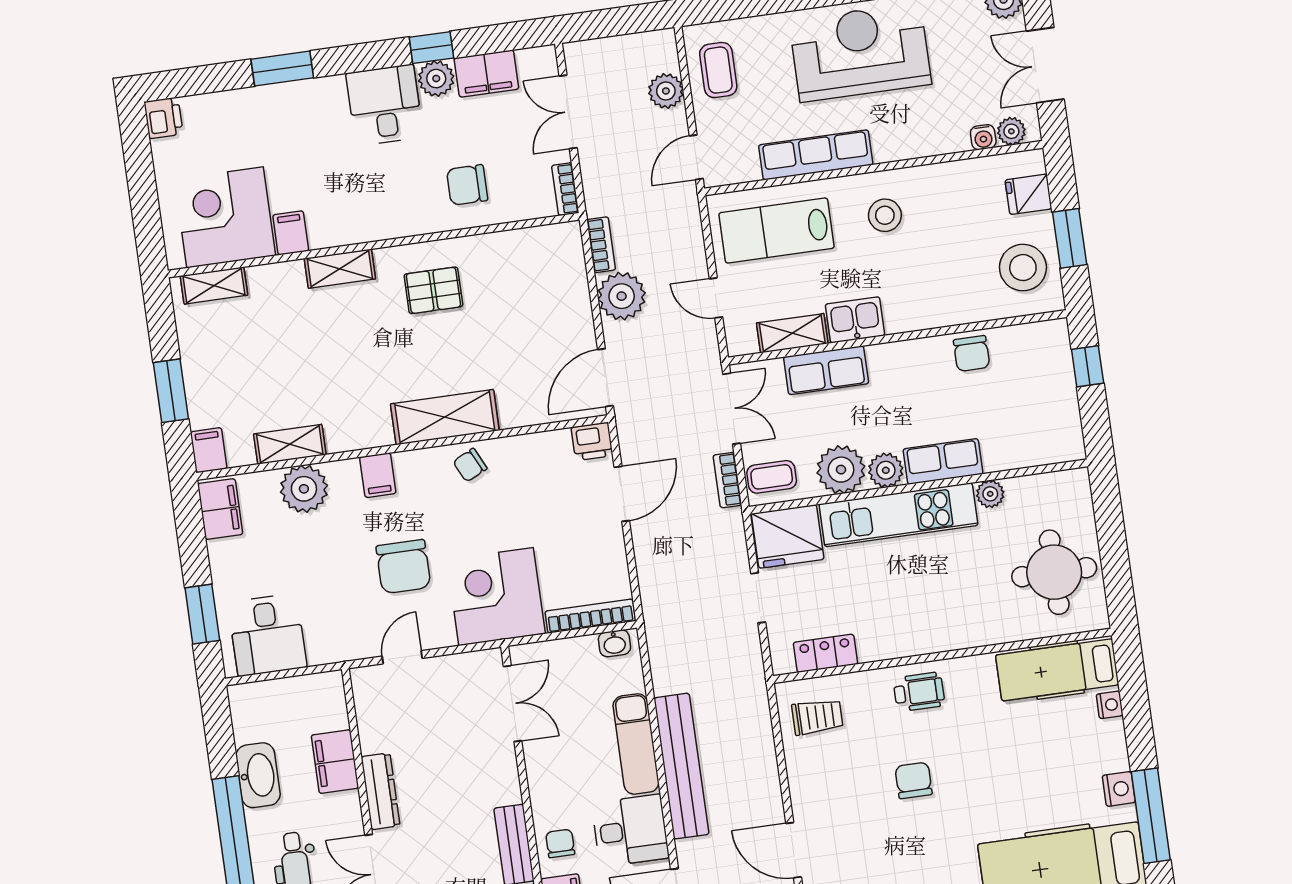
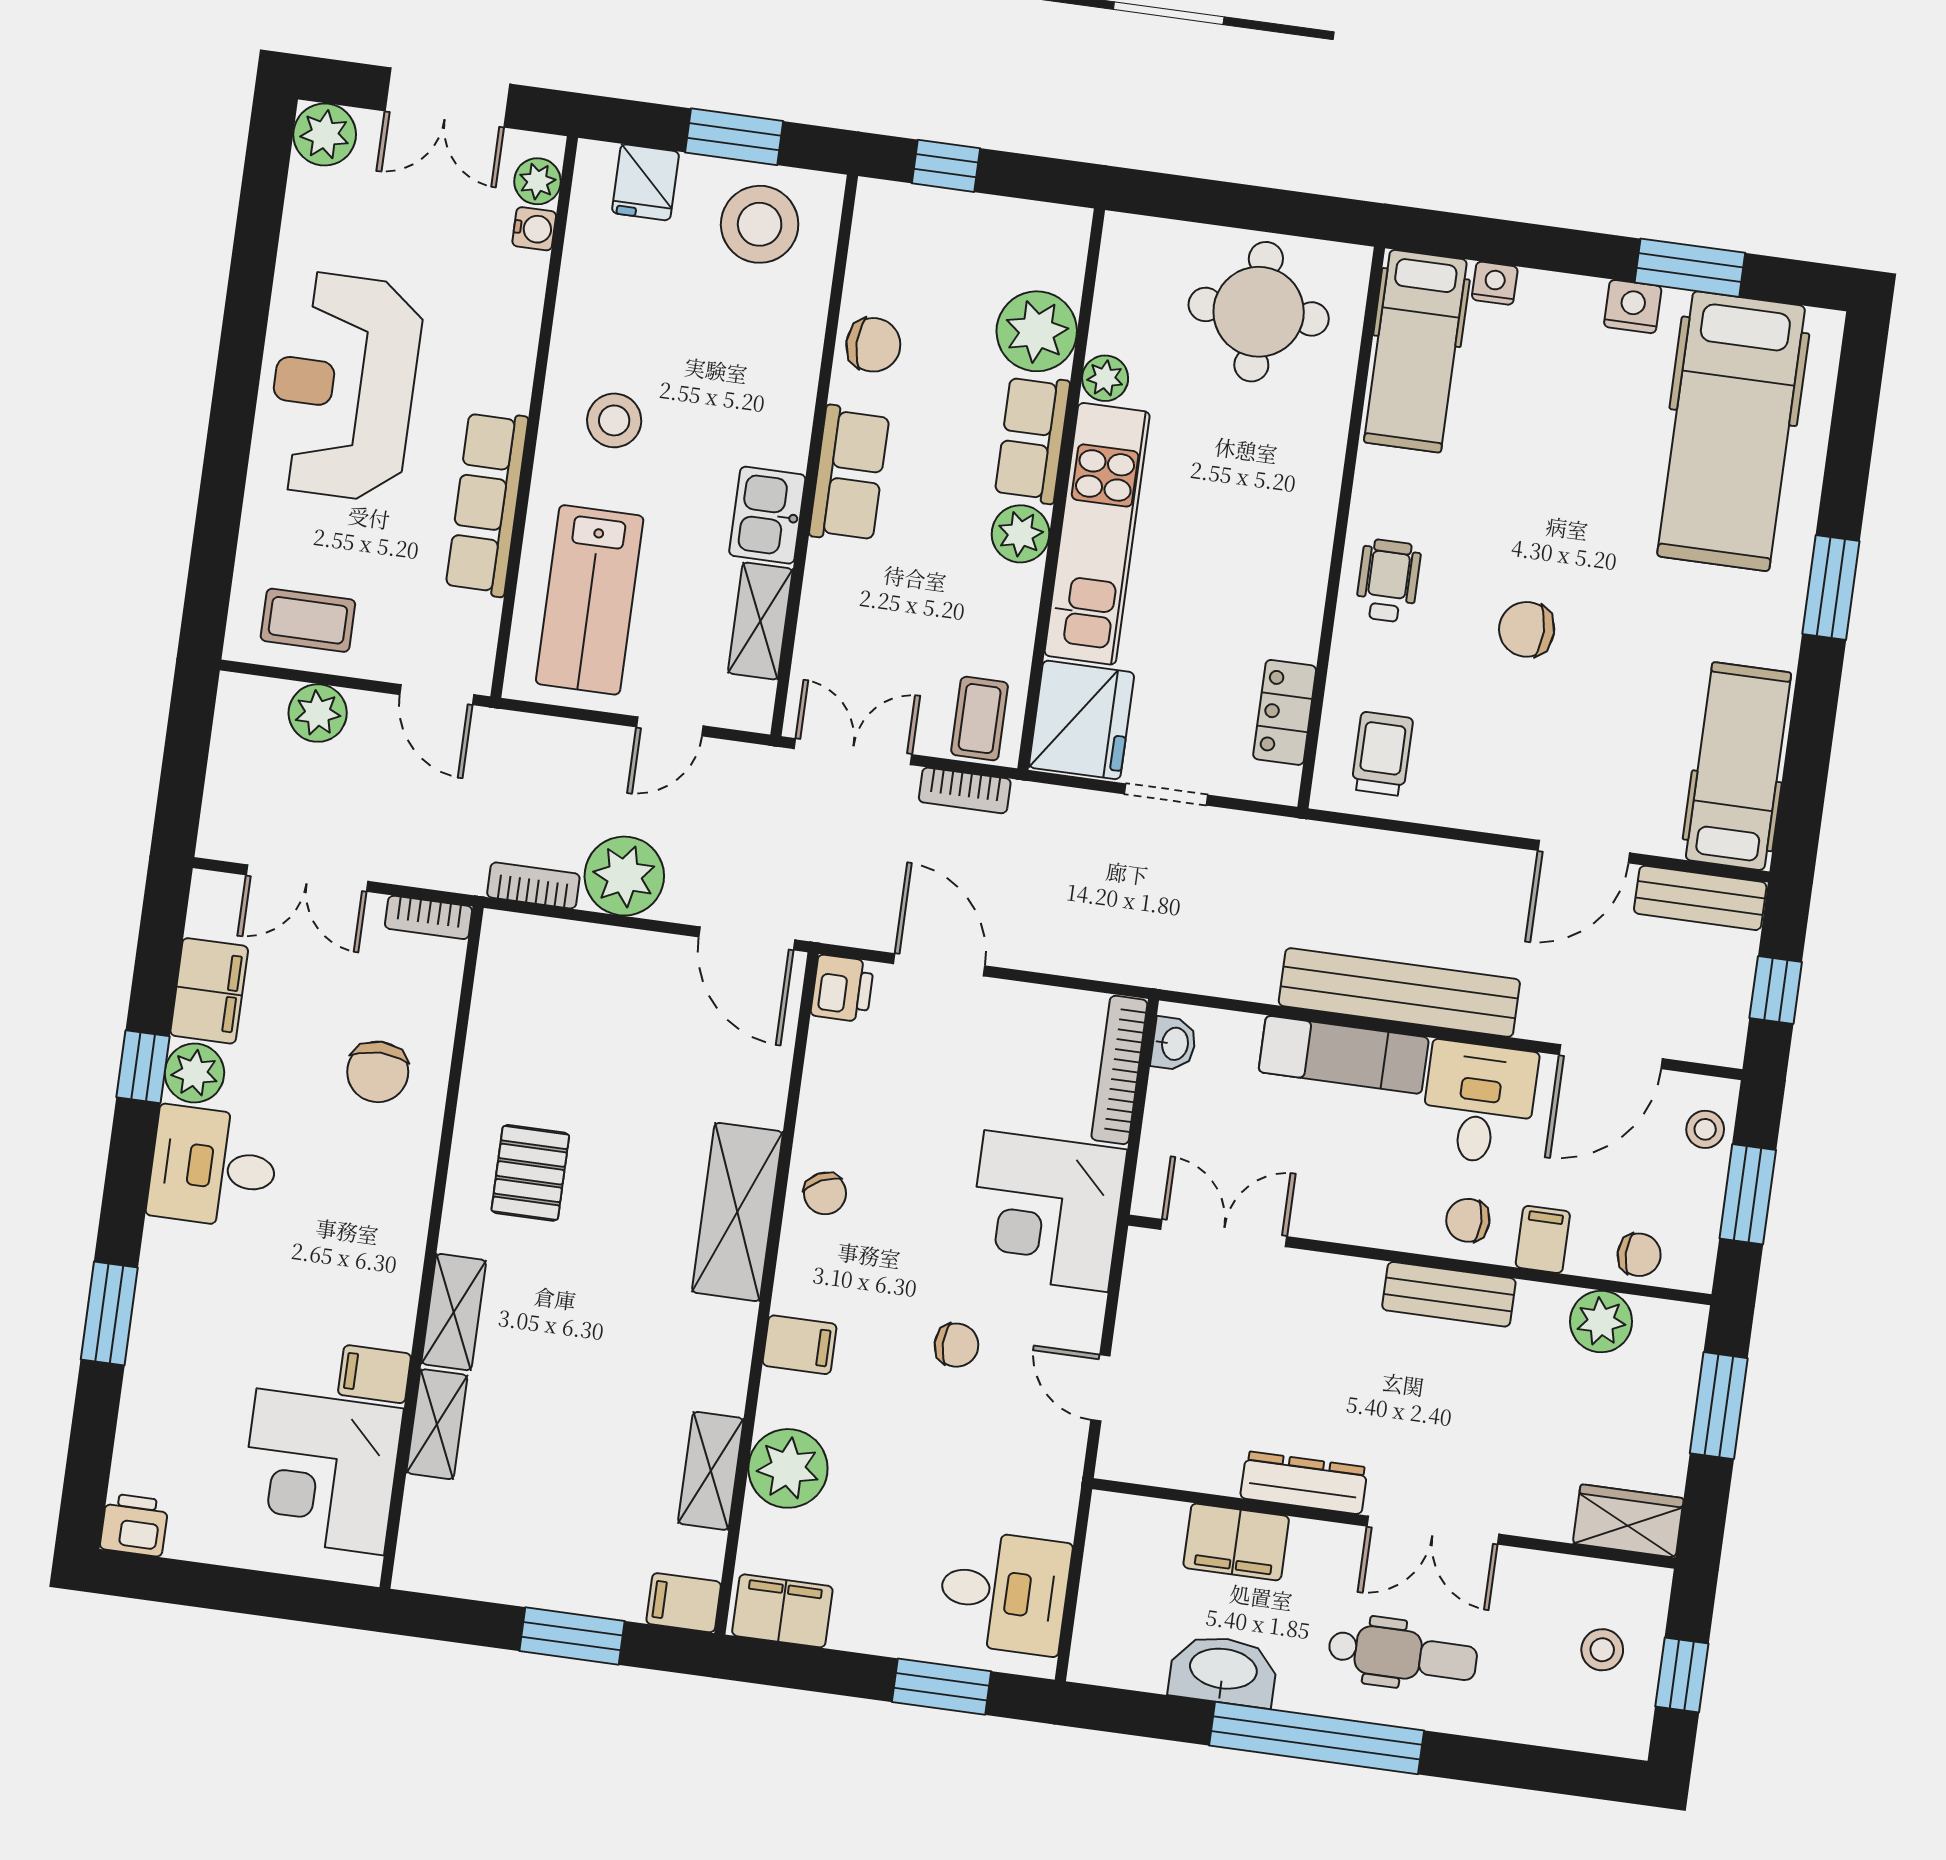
shelving: (214, 286) -> (437, 1424), moved
row of seats: (826, 370) -> (849, 474), moved
plant: (841, 470) -> (1037, 331), moved
chair: (403, 567) -> (956, 1345), width x0.54, depth x0.54
window: (1151, 816) -> (1690, 268), width x0.69

